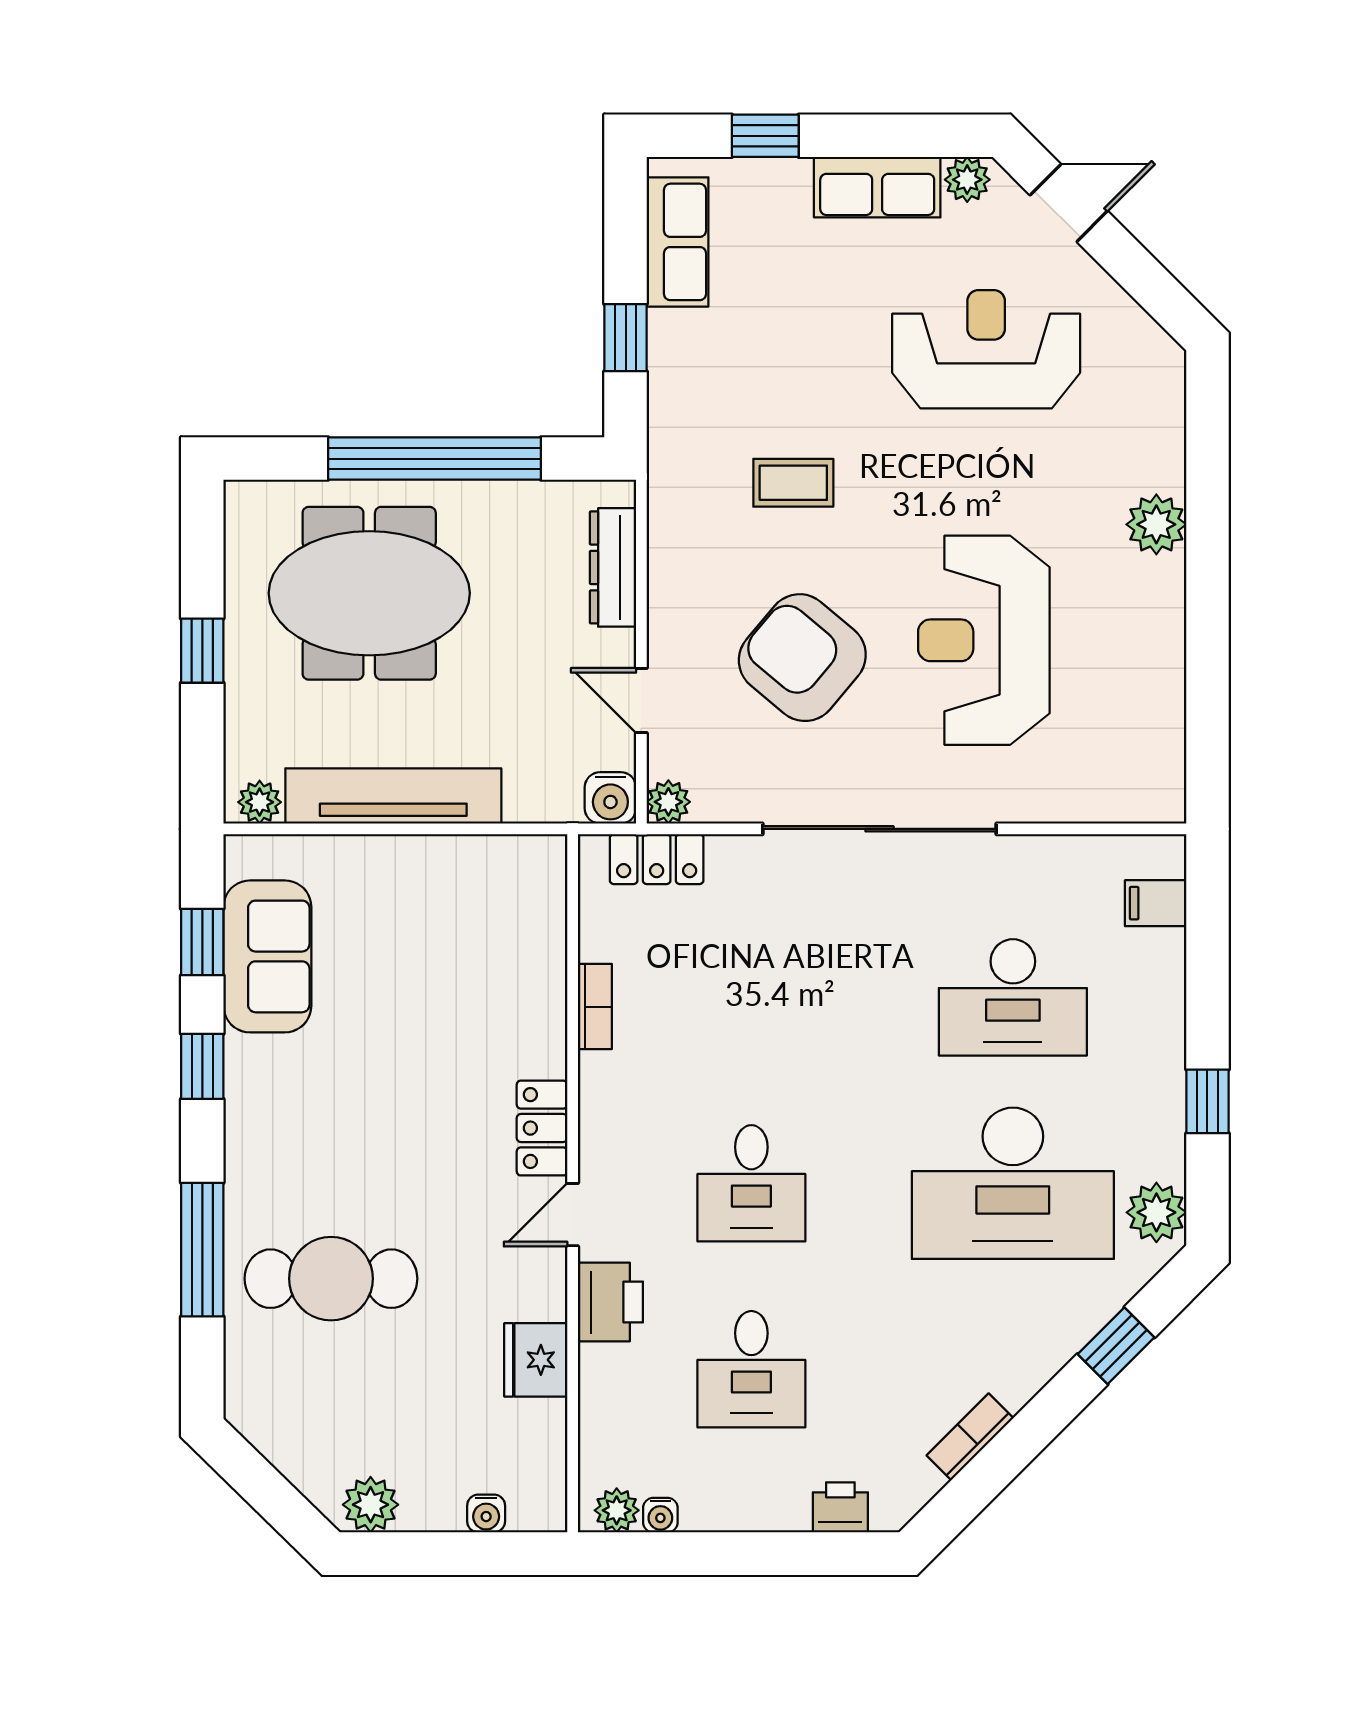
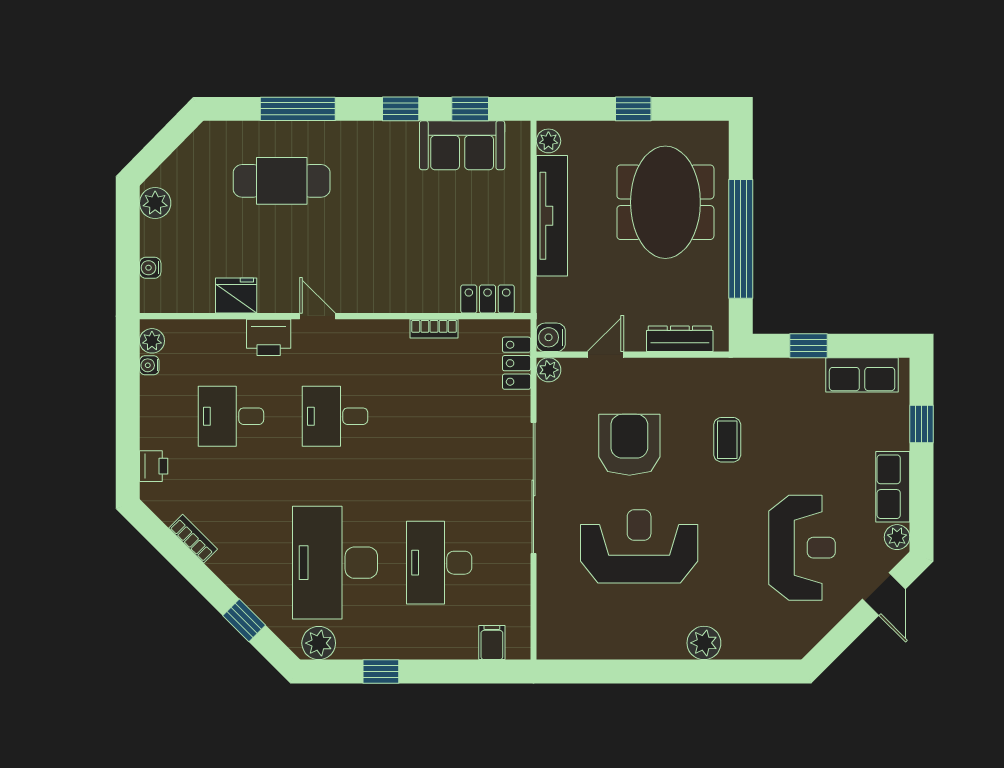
armchair: (802, 658) -> (629, 445), turned -40
locker: (542, 1128) -> (488, 299), moved
cafe table: (331, 1279) -> (282, 181), turned 90

